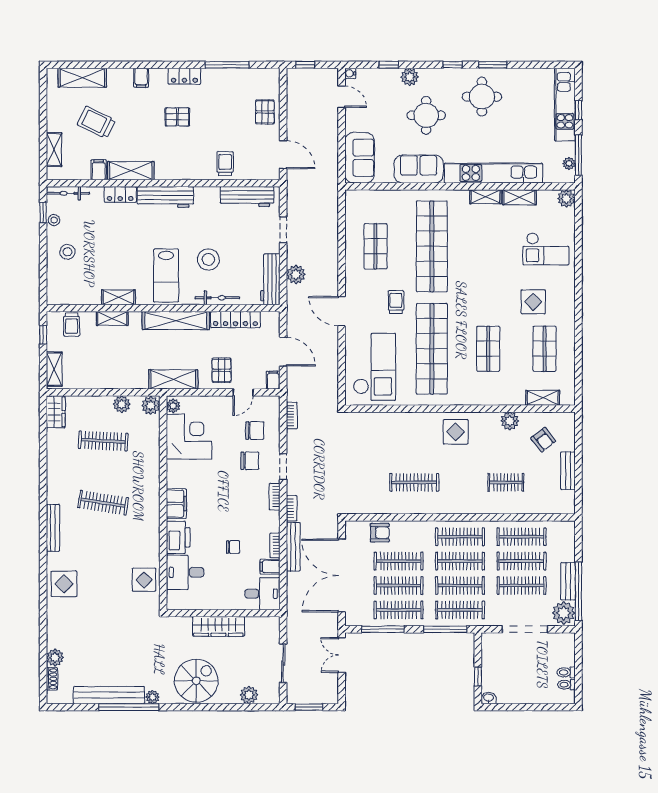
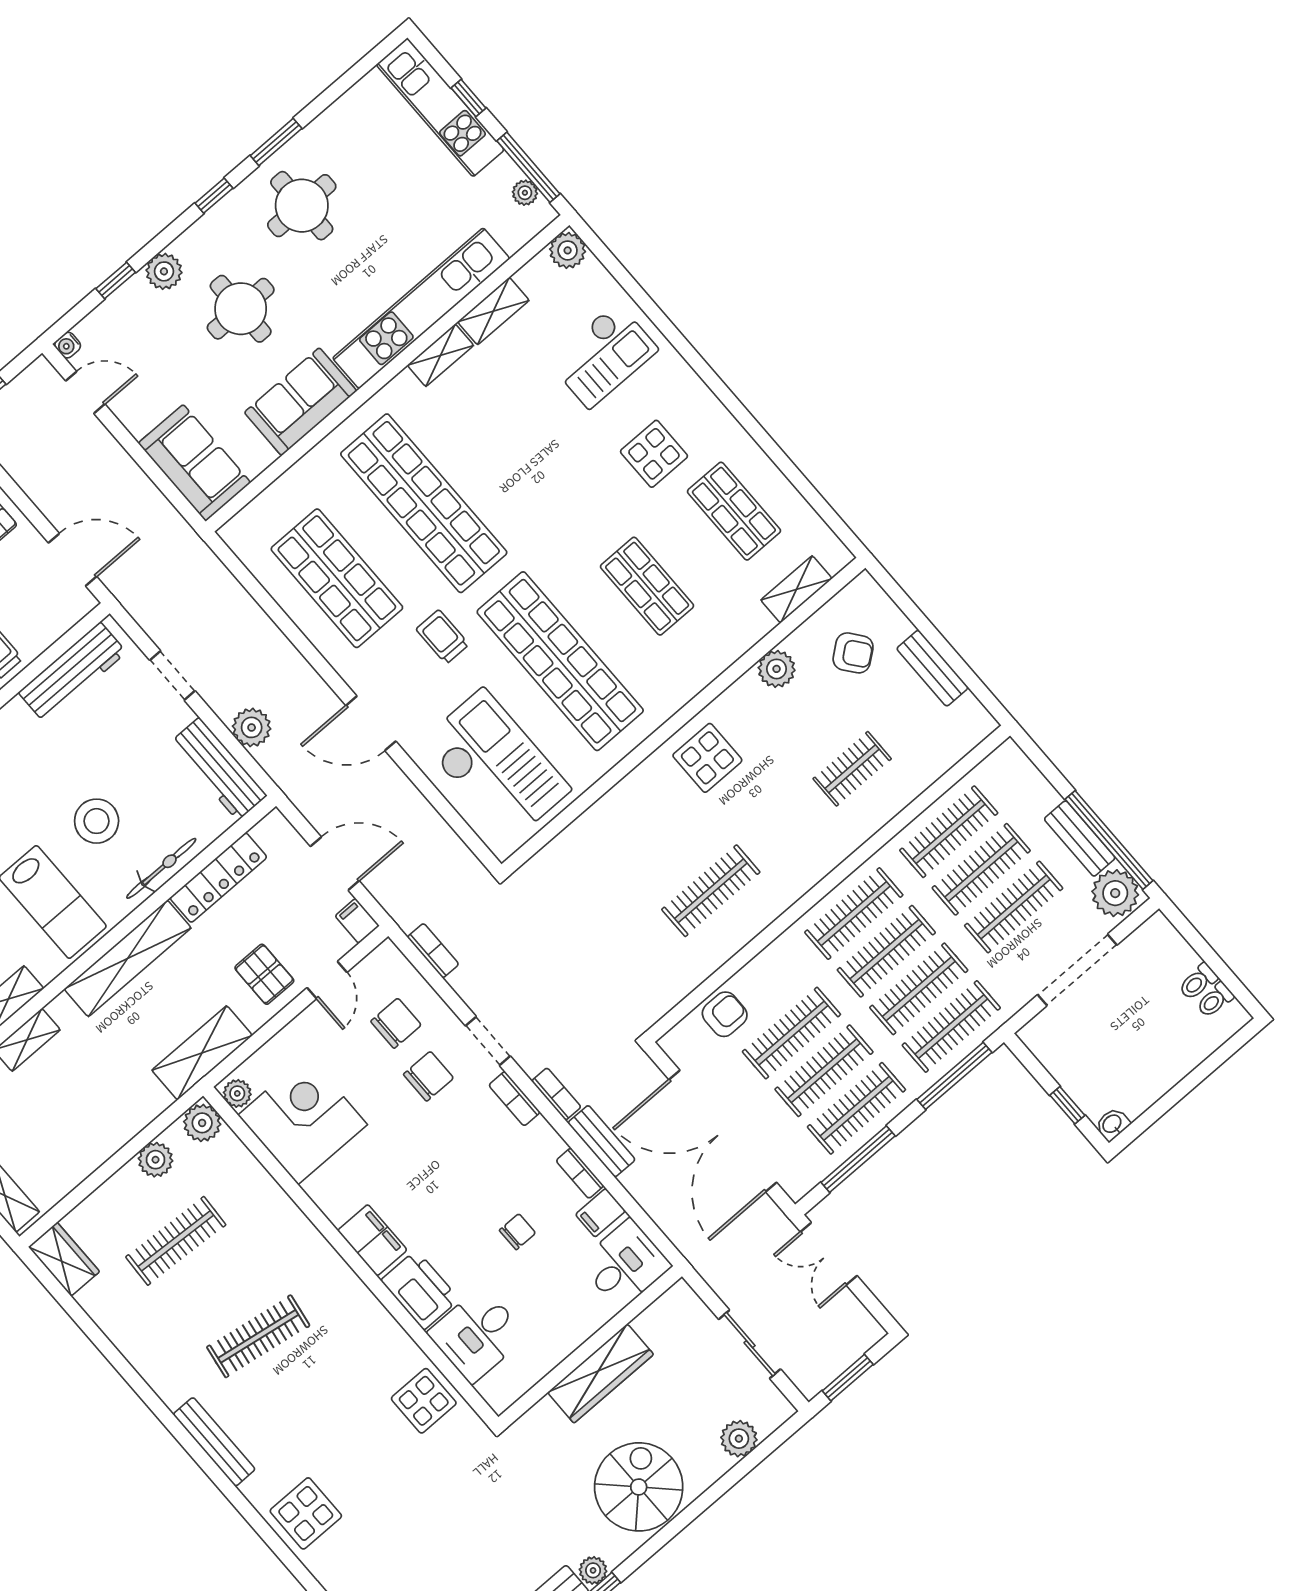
shop shelf: (375, 246) -> (337, 578), width x1.43, depth x1.36
bench: (293, 547) -> (601, 1141), width x0.73

